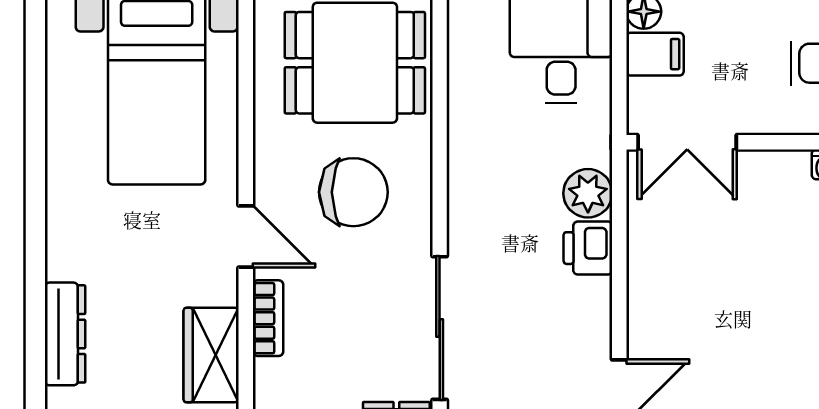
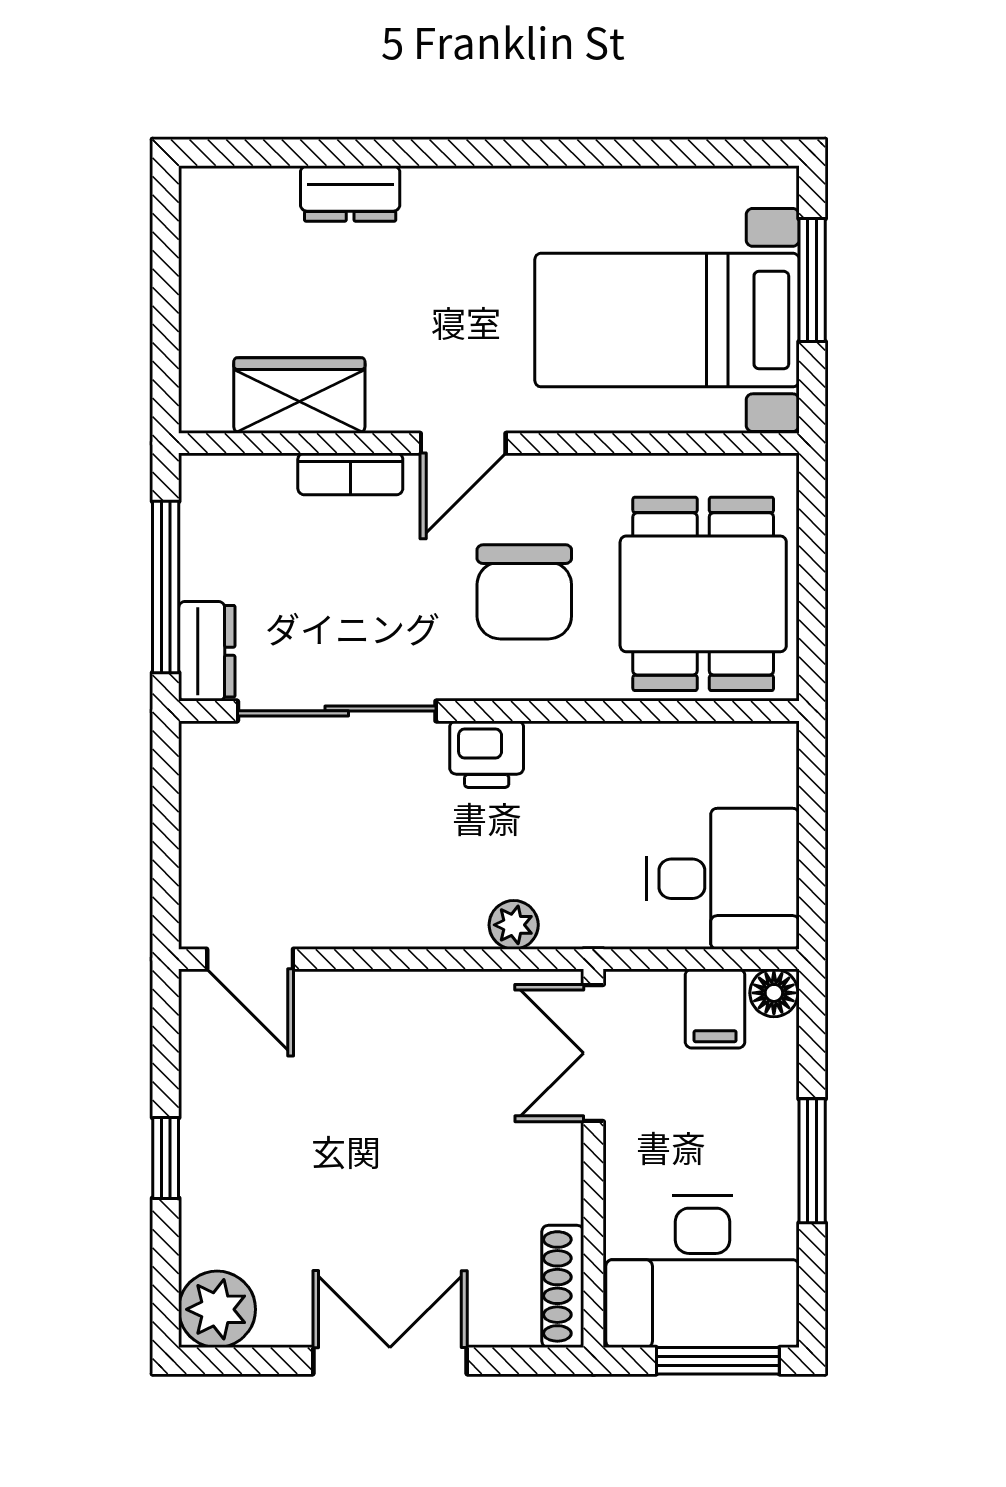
plant: (588, 193) -> (514, 925), width x0.73, depth x0.73
printer: (588, 248) -> (487, 754), moved, turned 180
dresser: (65, 334) -> (350, 193), width x0.70

